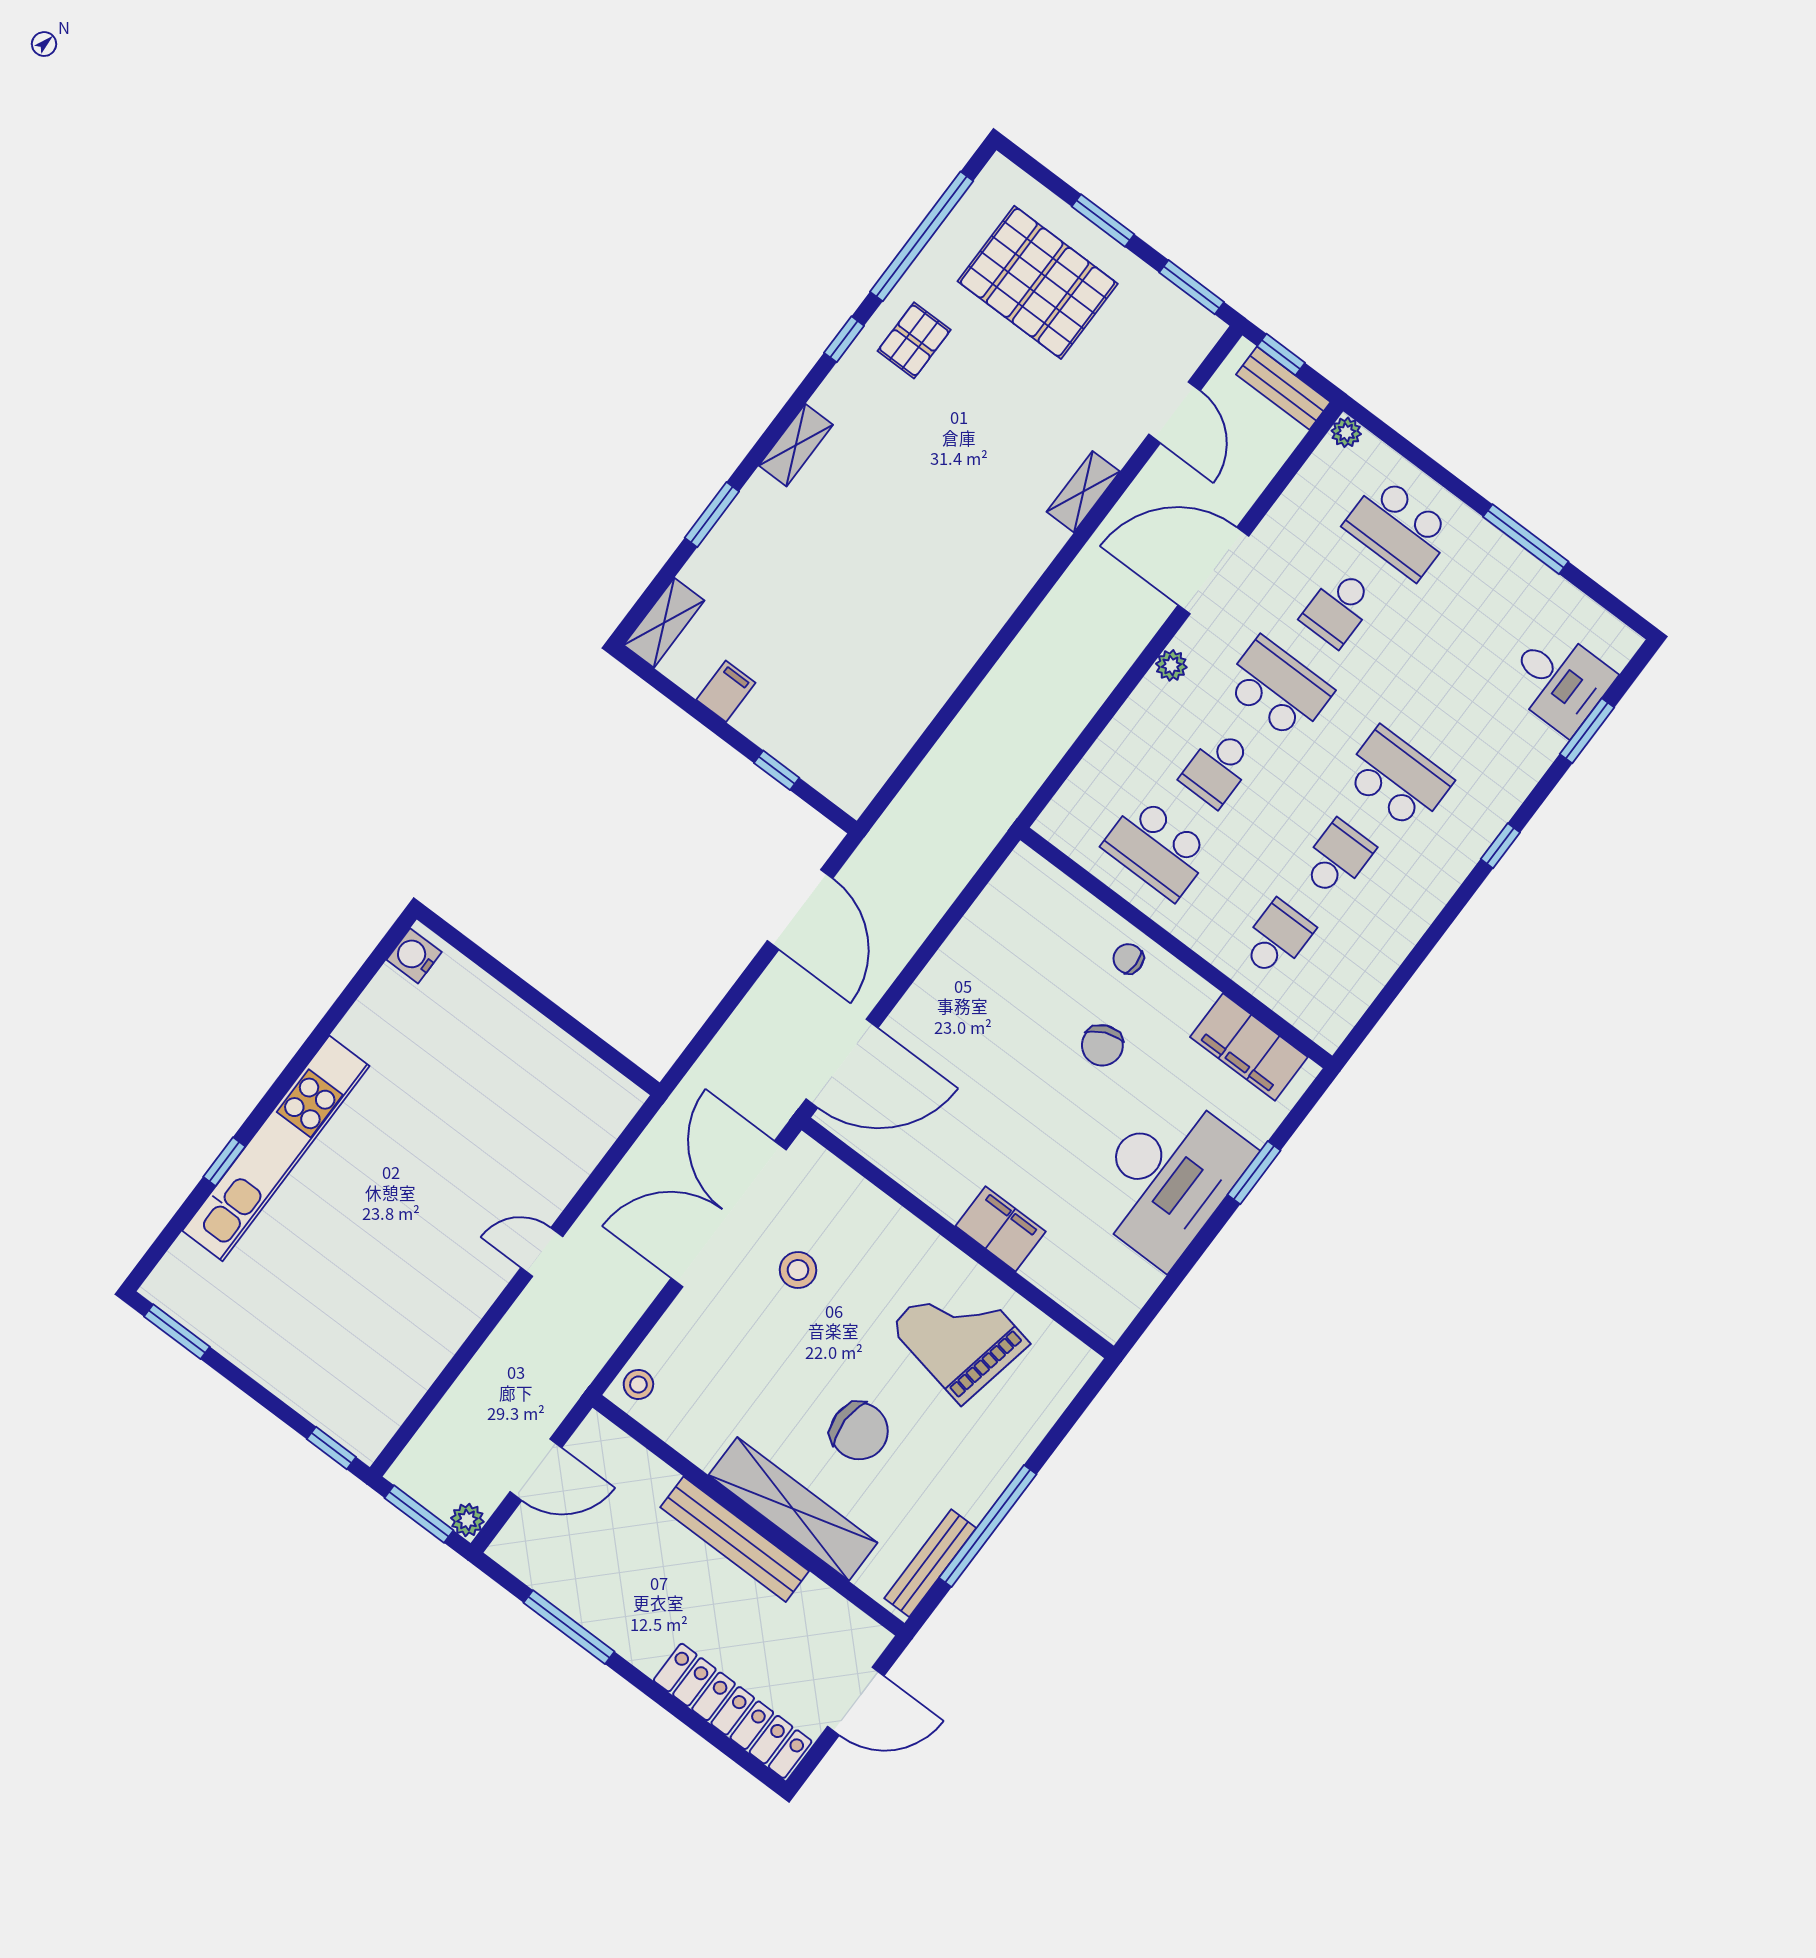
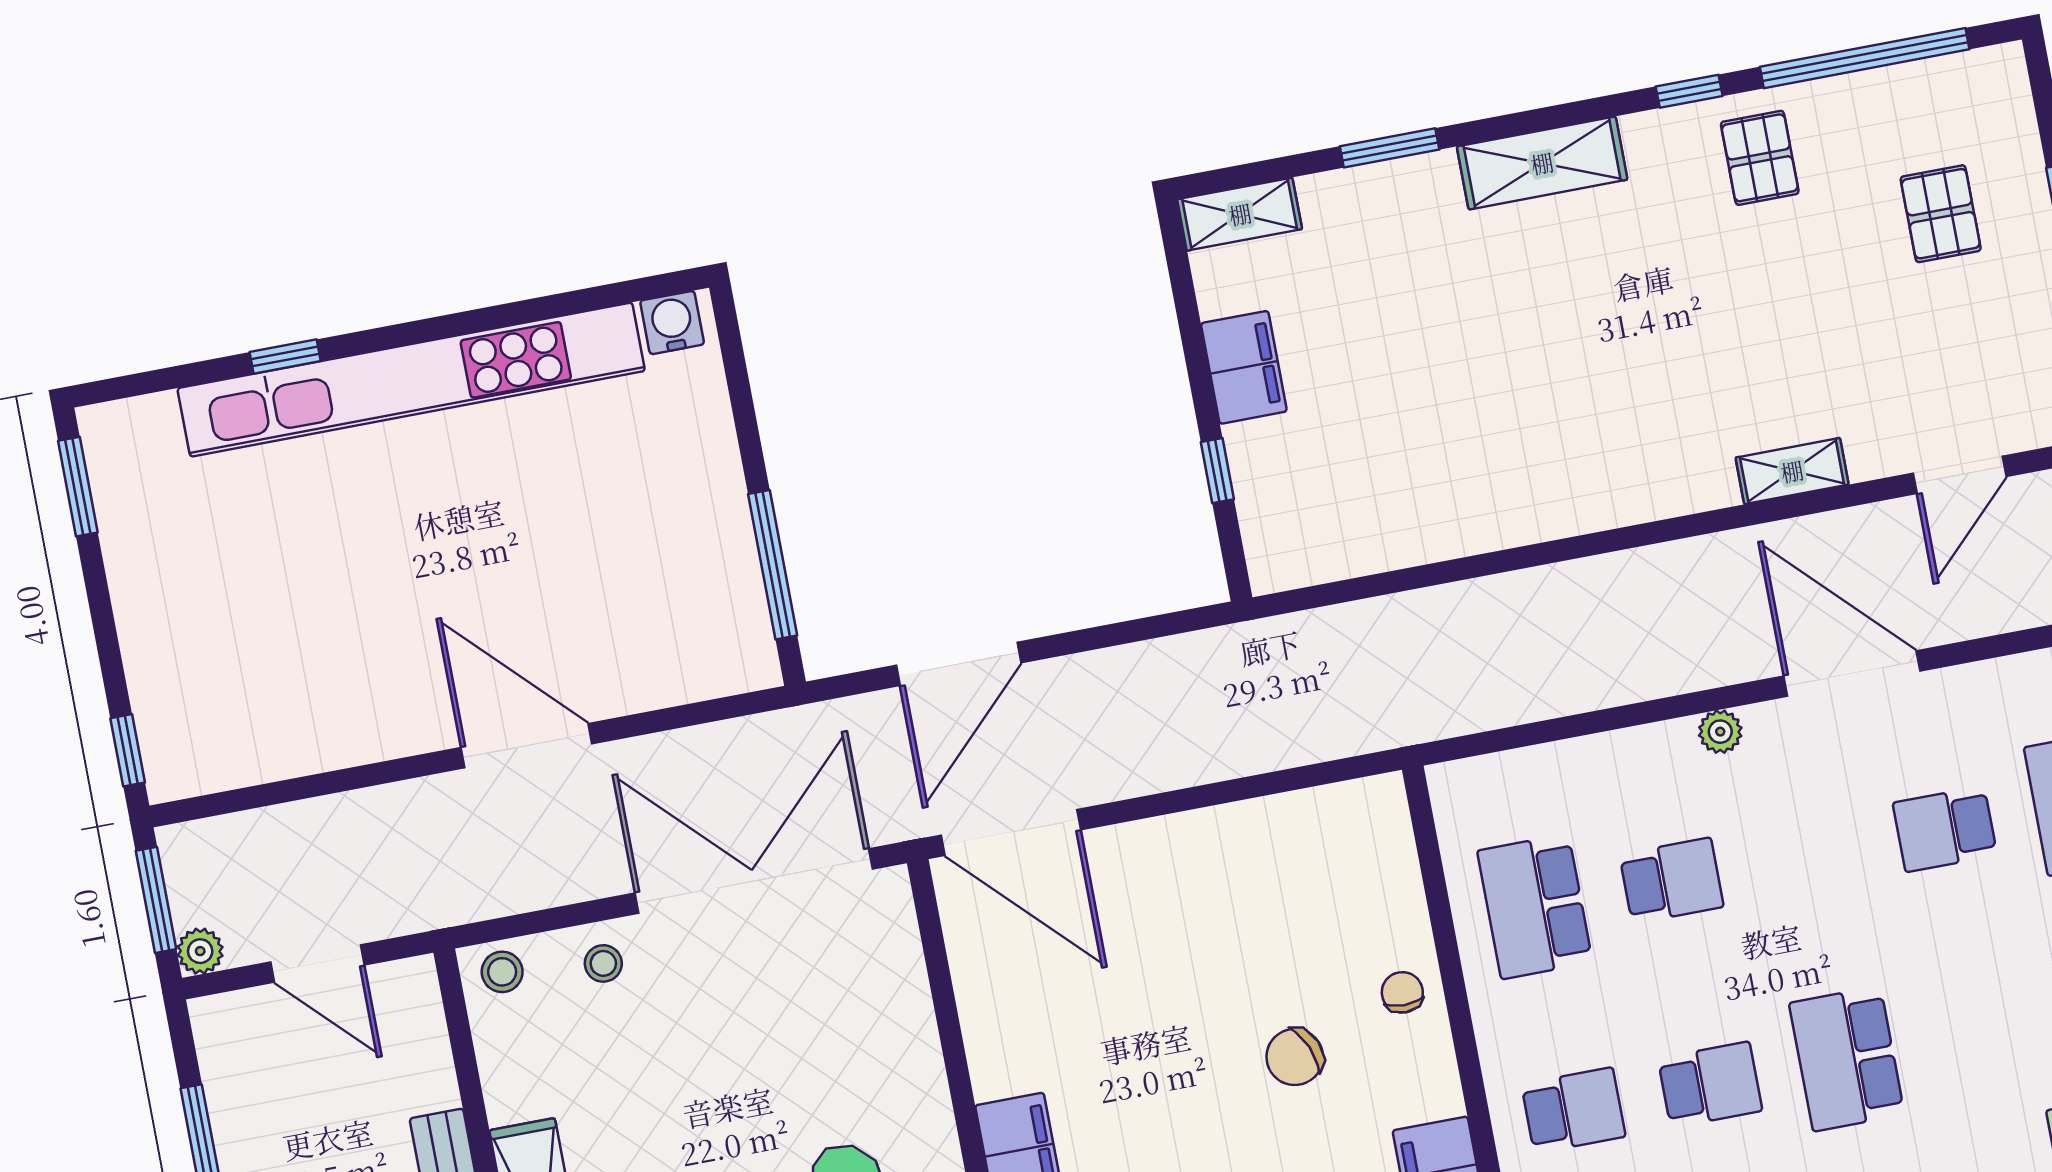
pallet: (1038, 282) -> (1941, 214), width x0.49, depth x0.50
pallet: (914, 340) -> (1760, 158), turned 90
shelving: (796, 445) -> (1542, 163), width x1.50, depth x1.33
school desk: (1278, 688) -> (1808, 855), removed
filing cabinet: (726, 691) -> (1244, 367), width x2.00
school desk: (1218, 769) -> (1672, 881), turned 180
school desk: (1398, 778) -> (1847, 1059), turned 180
door: (800, 909) -> (959, 664), moved
window: (585, 1036) -> (773, 565), added
kitchen unit: (276, 1148) -> (411, 380), width x1.36
door: (542, 1252) -> (527, 746), width x1.88
stool: (798, 1270) -> (603, 963), moved, width x0.73, depth x0.73

